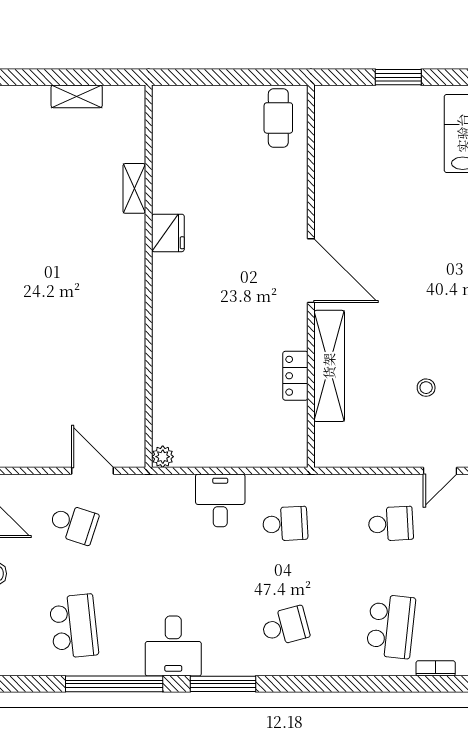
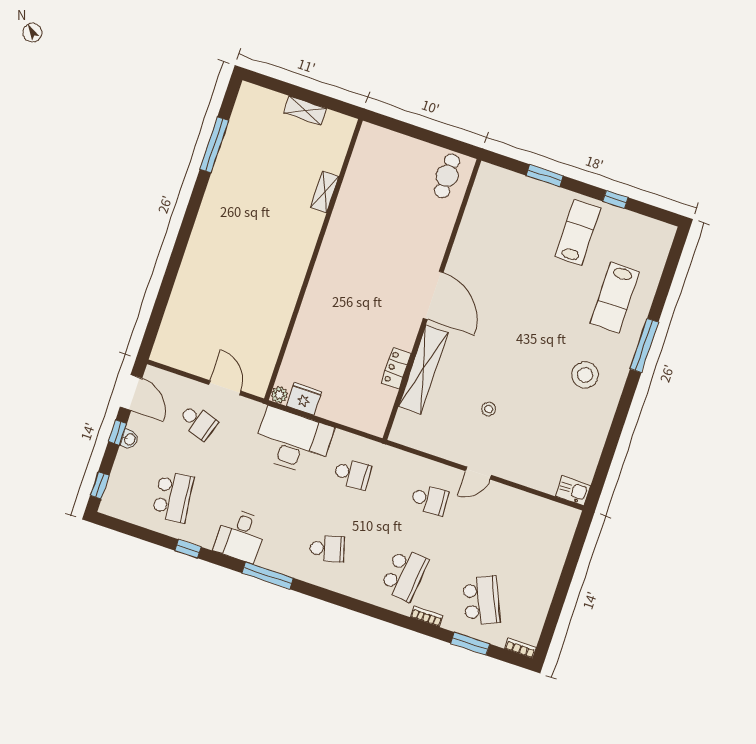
fridge: (168, 233) -> (304, 399), moved, turned -90
desk: (220, 500) -> (293, 441), width x1.87, depth x1.30
window: (114, 684) -> (188, 549), width x0.32

